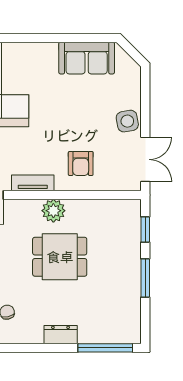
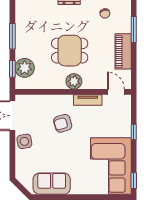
armchair: (81, 163) -> (63, 123), moved, turned -107
plant: (127, 231) -> (25, 68), added

